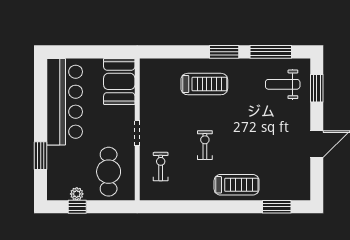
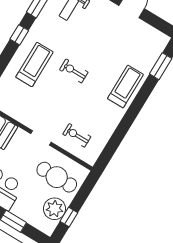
window: (224, 52) -> (19, 35), width x0.67
exercise bike: (205, 145) -> (74, 71), moved
plant: (77, 194) -> (54, 209), width x1.88, depth x1.88

